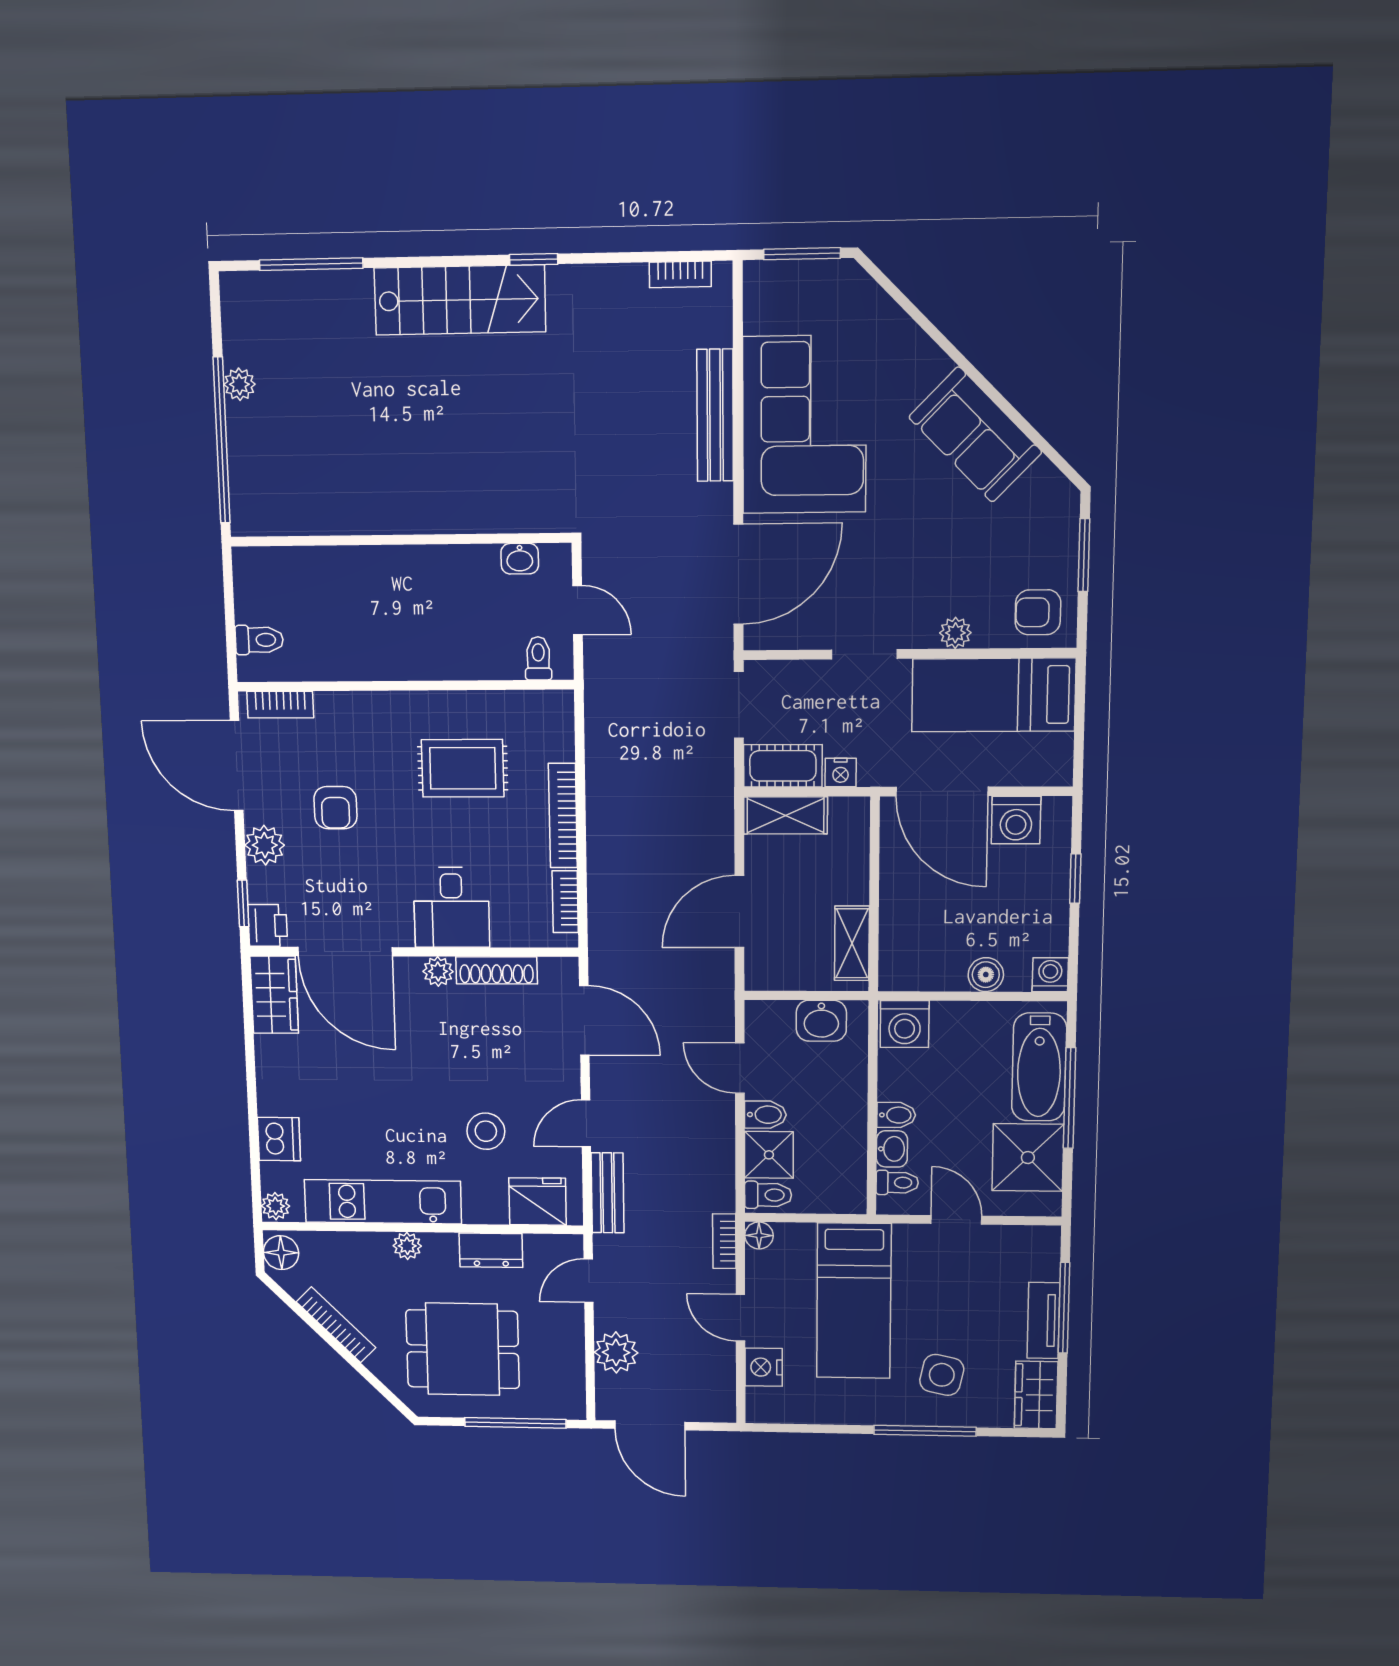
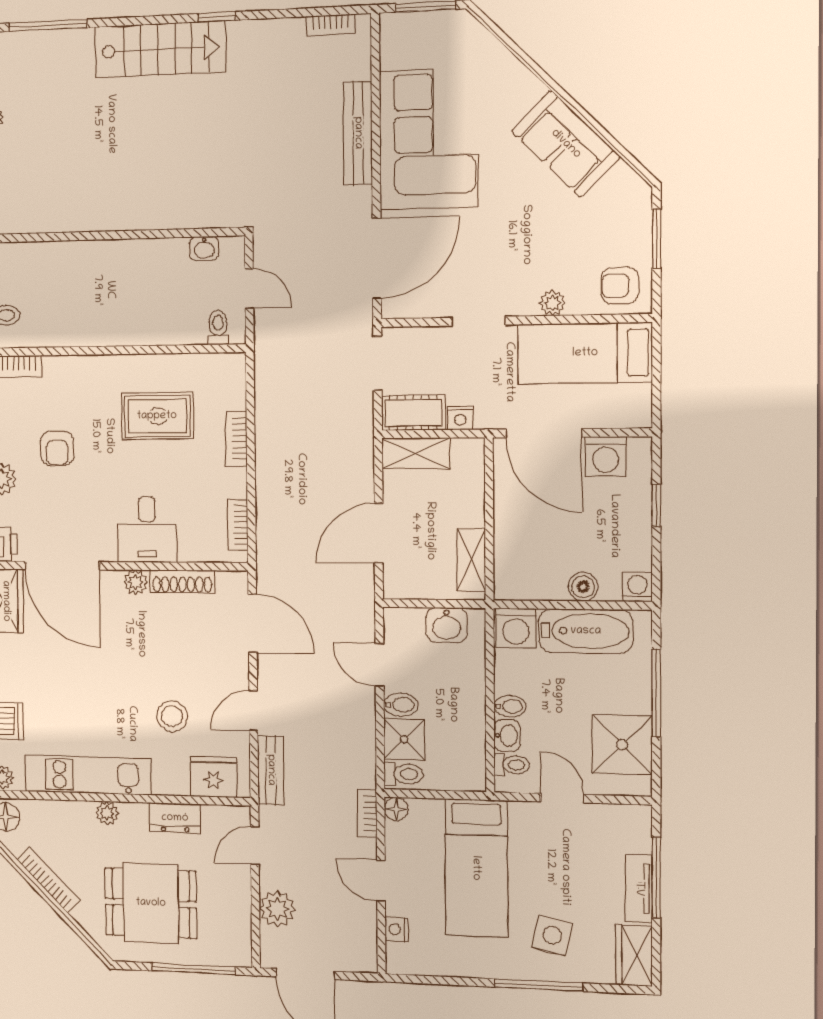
bookcase: (563, 816) -> (236, 439), width x0.64
bathtub: (1039, 1067) -> (586, 631), moved, turned -90
nightstand: (764, 1367) -> (397, 929), width x0.72, depth x0.74

